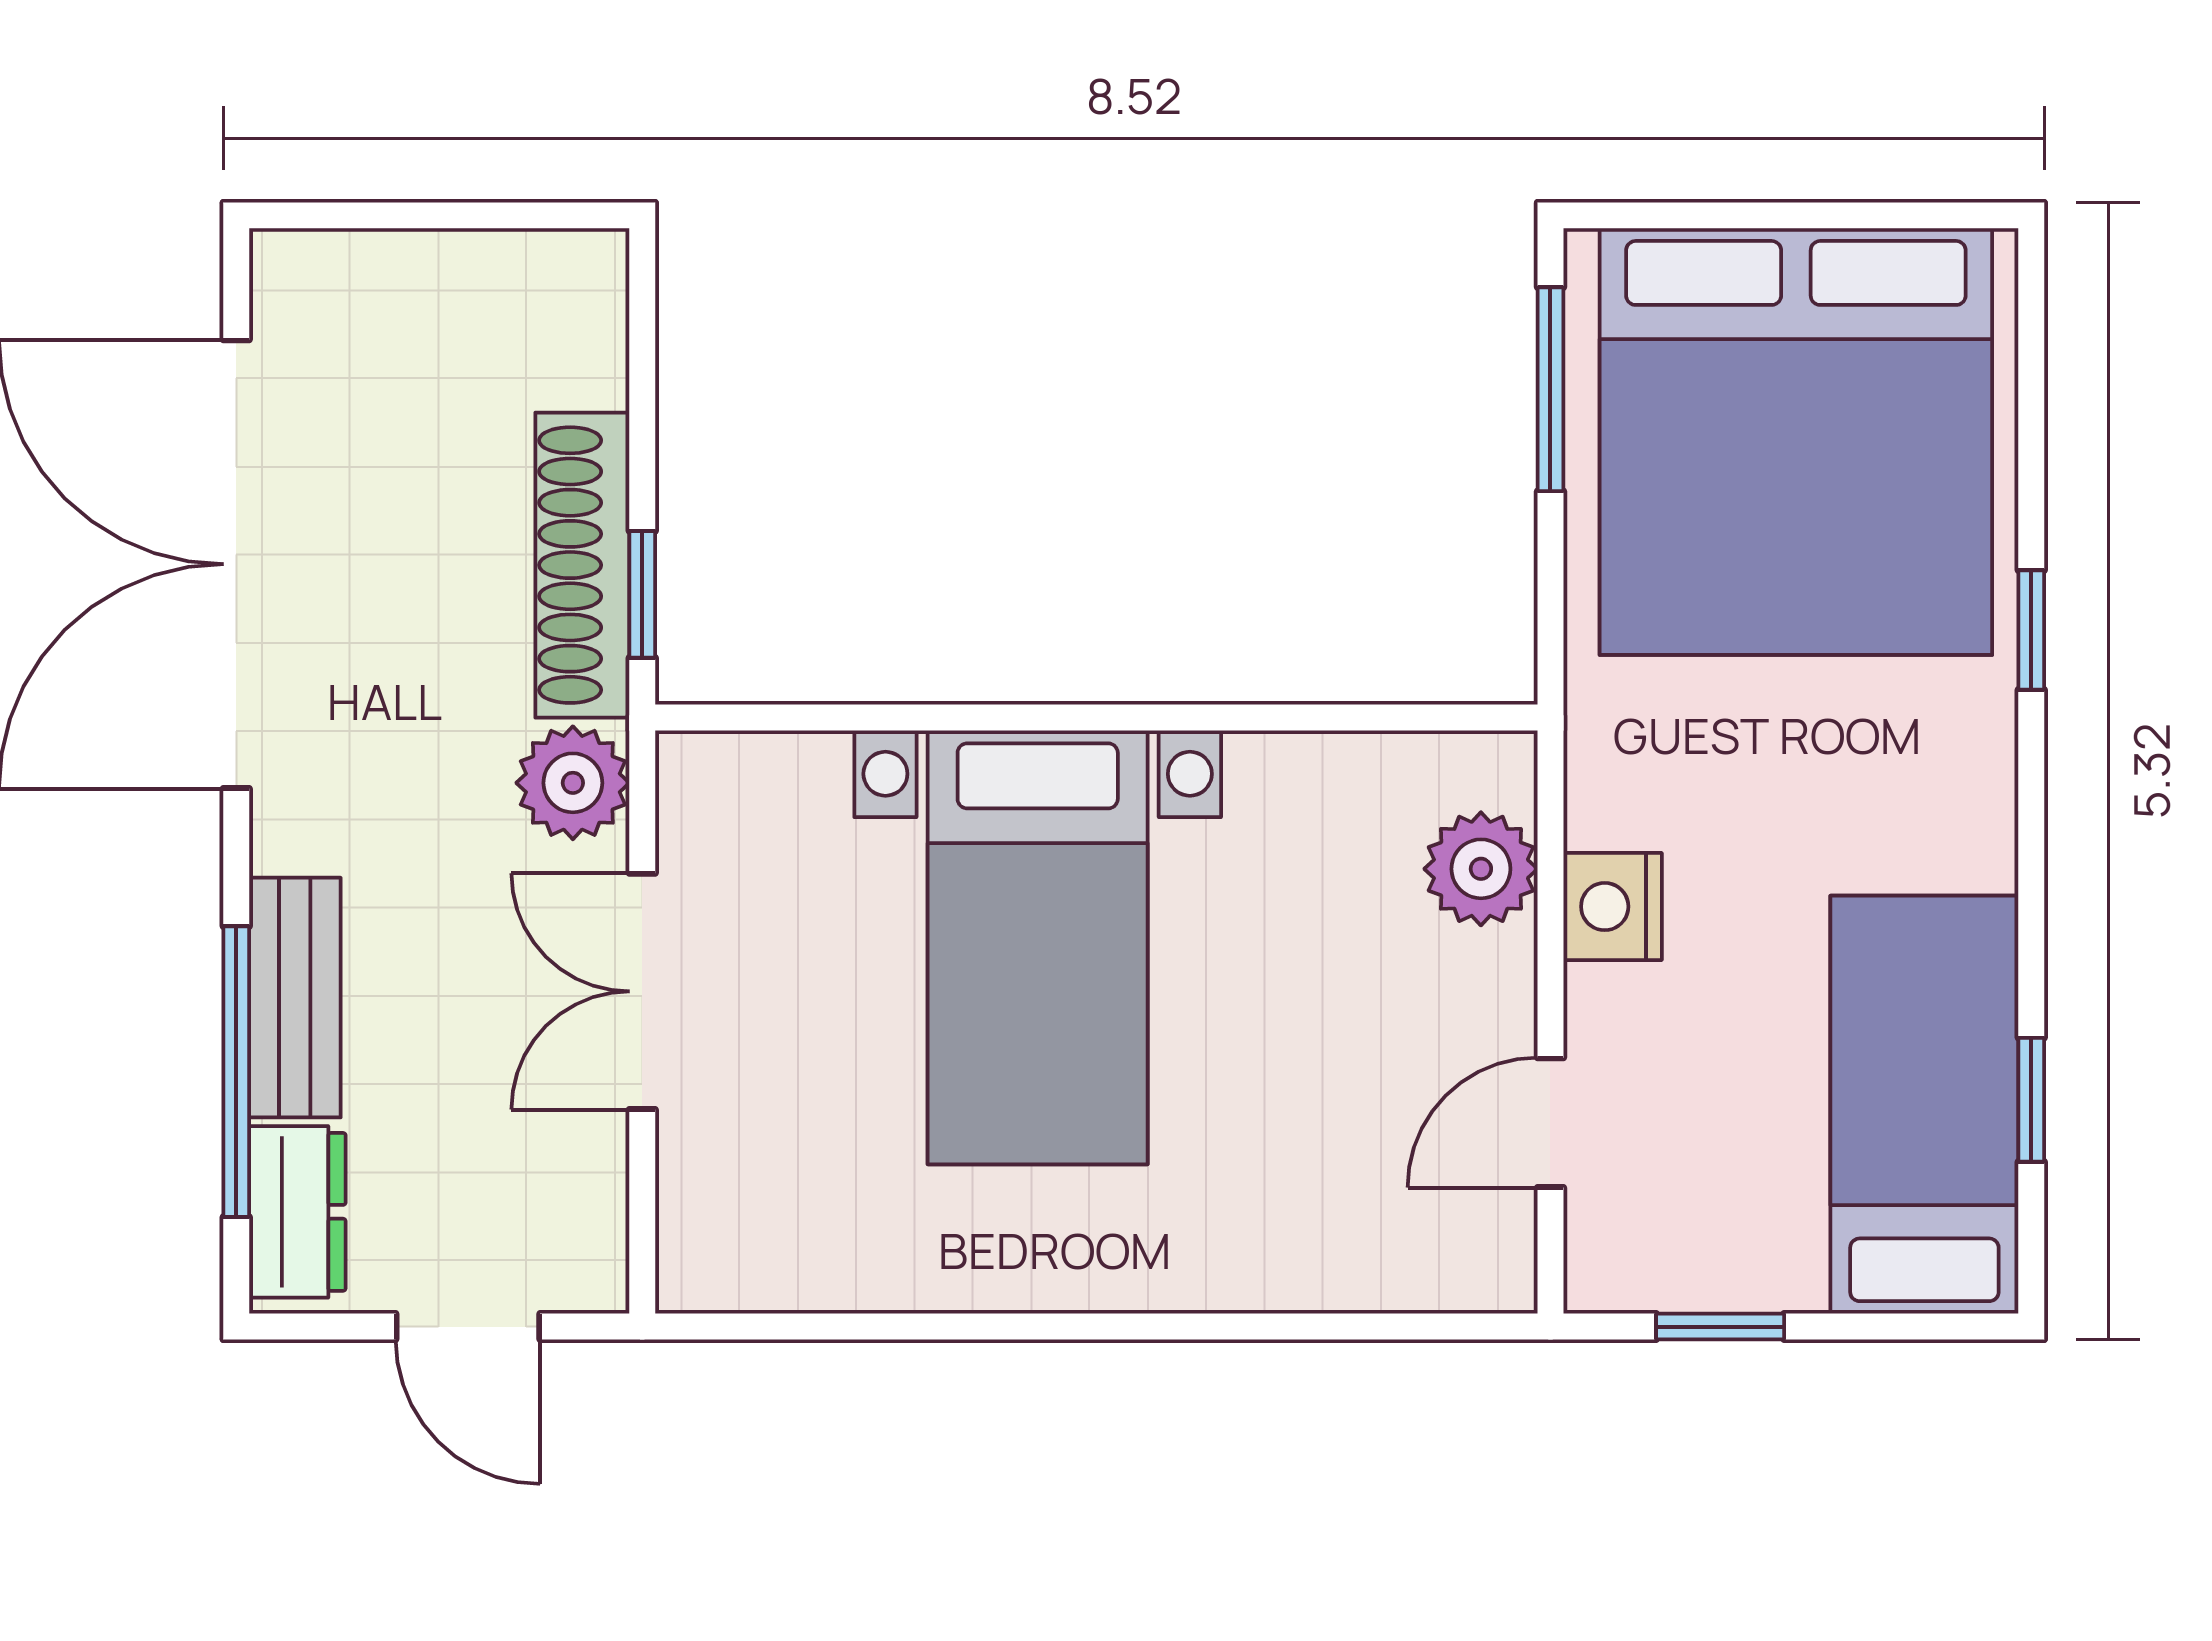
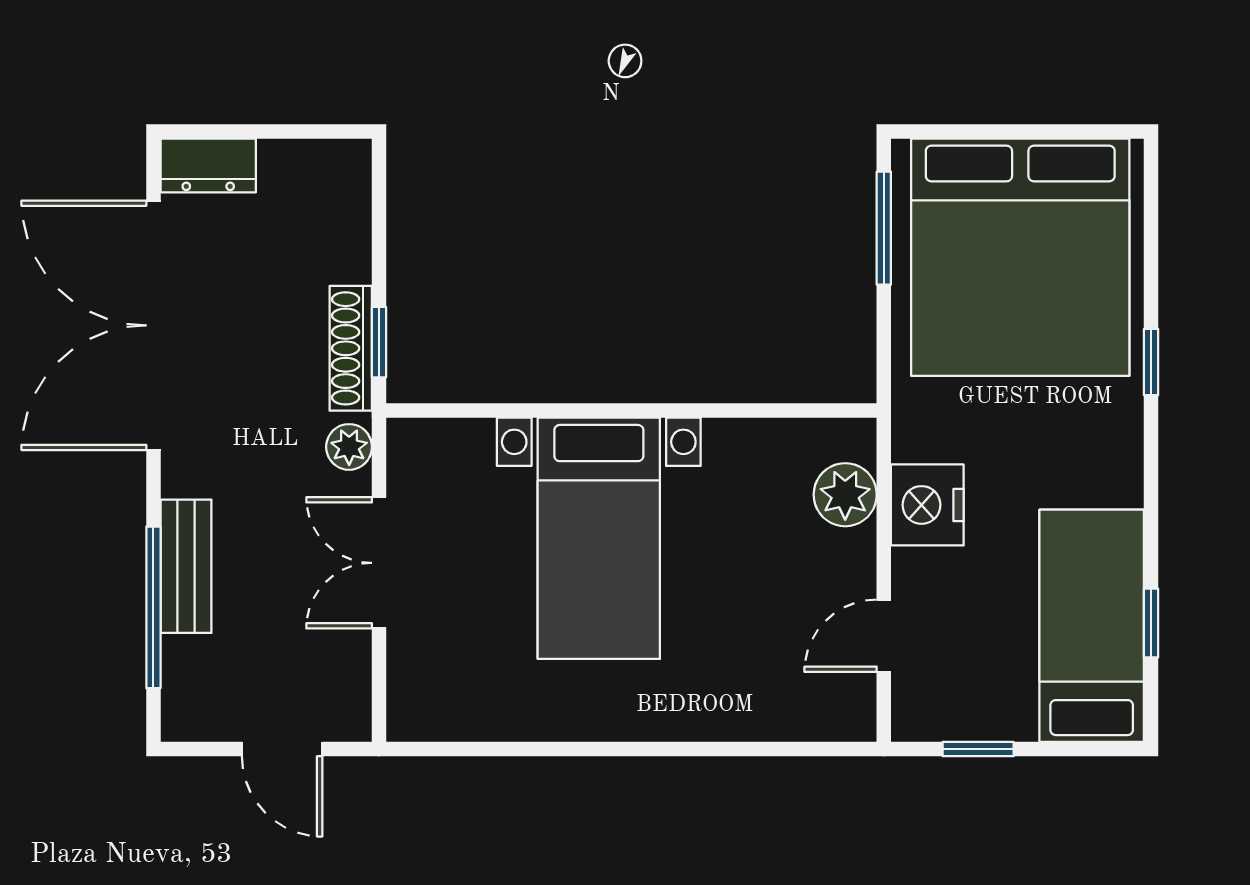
shoe rack: (582, 565) -> (351, 348), width x0.74, depth x0.81
plant: (573, 783) -> (349, 447), width x0.73, depth x0.73
nightstand: (1613, 907) -> (927, 505), width x1.36, depth x1.33
dresser: (297, 1212) -> (208, 165), moved, turned 90

